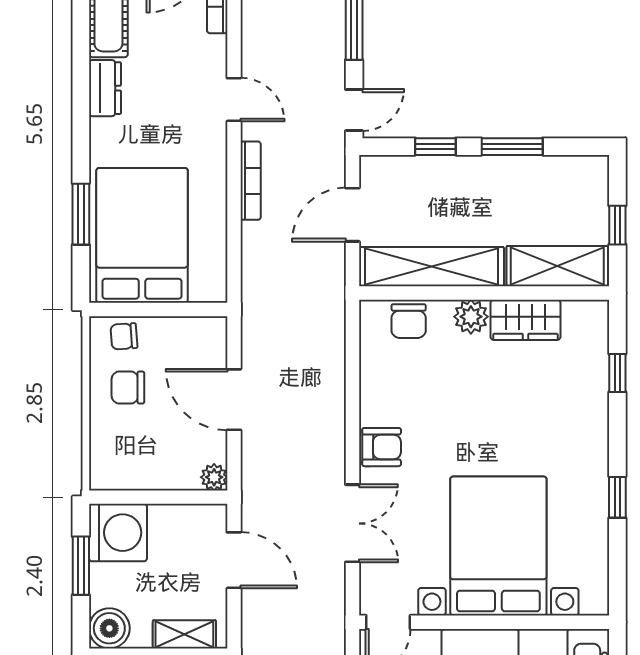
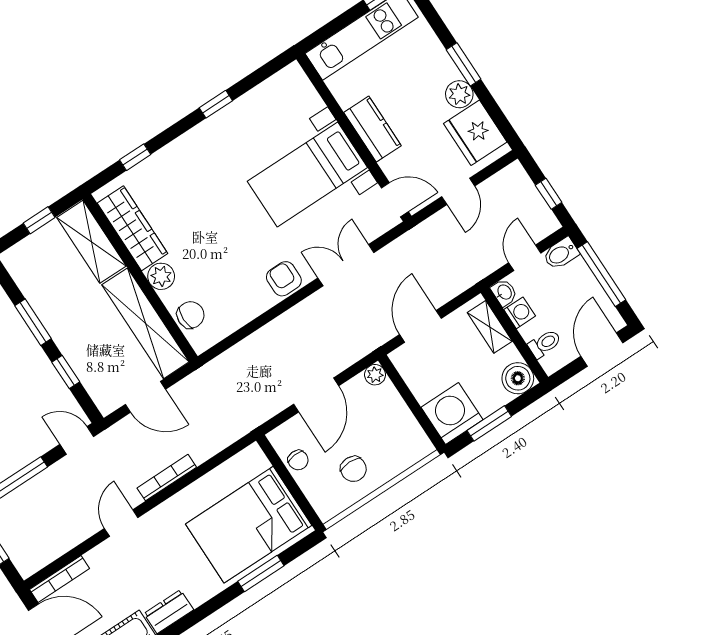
wardrobe: (526, 320) -> (132, 228), width x1.50
chair: (124, 336) -> (298, 460), moved
bed with nightstands: (498, 546) -> (307, 174), width x0.73

